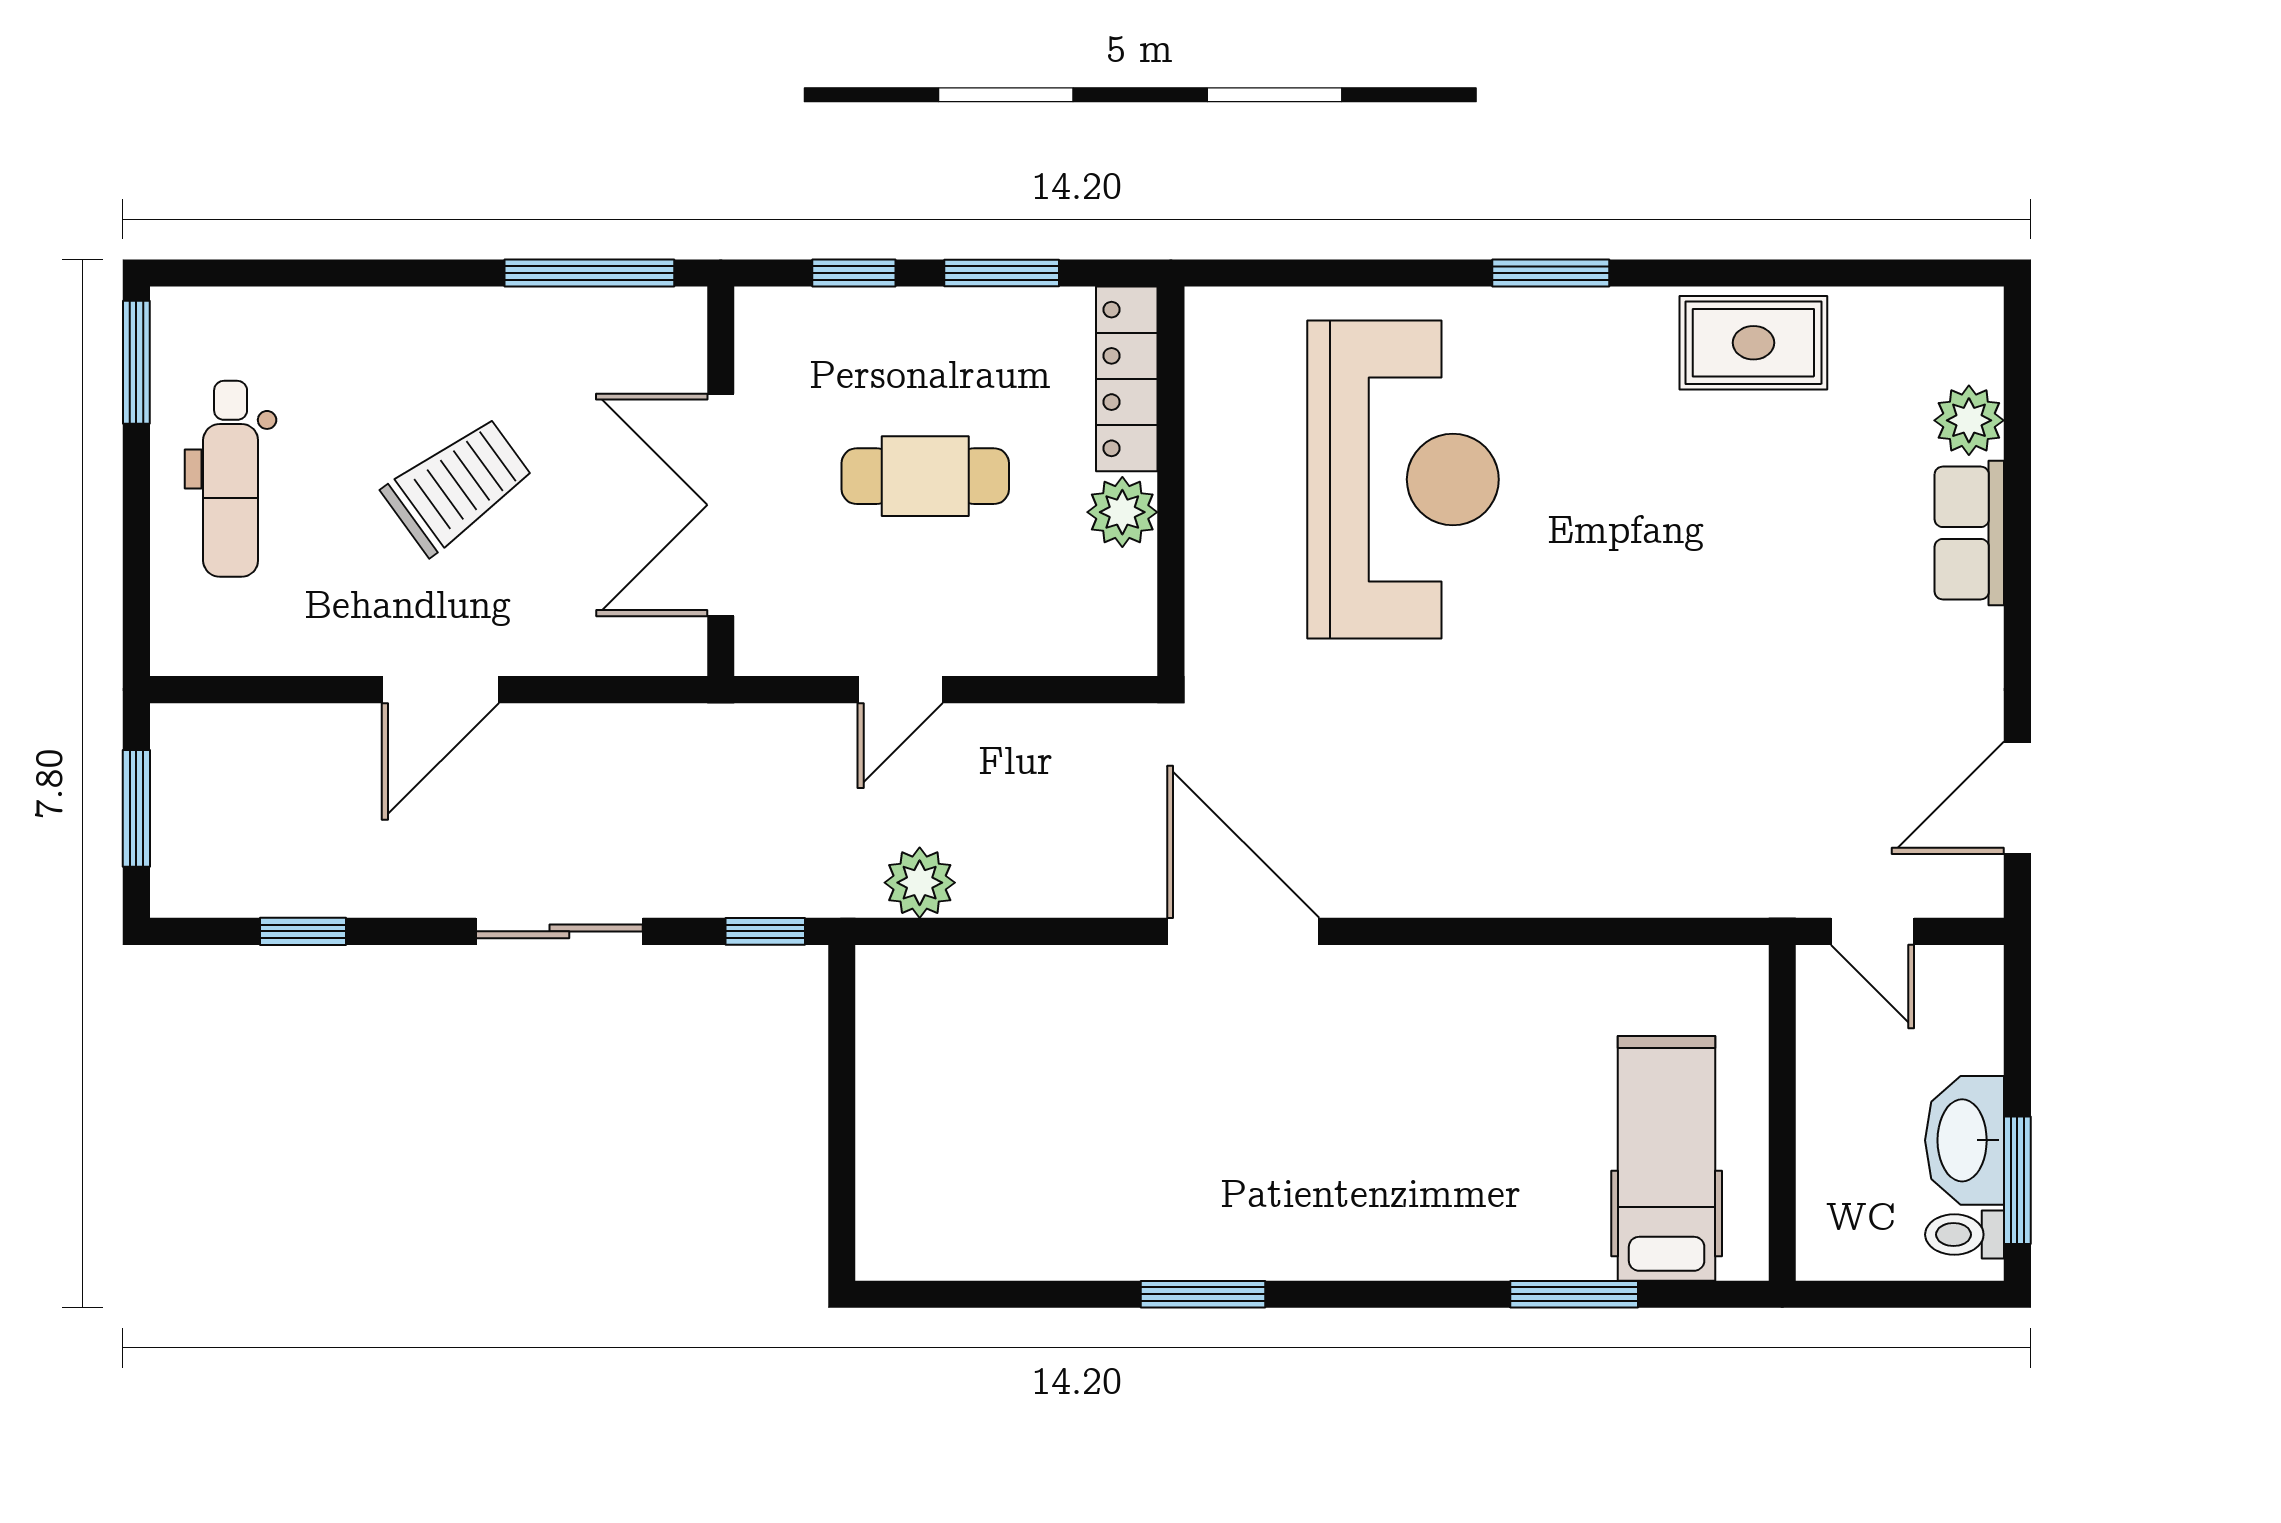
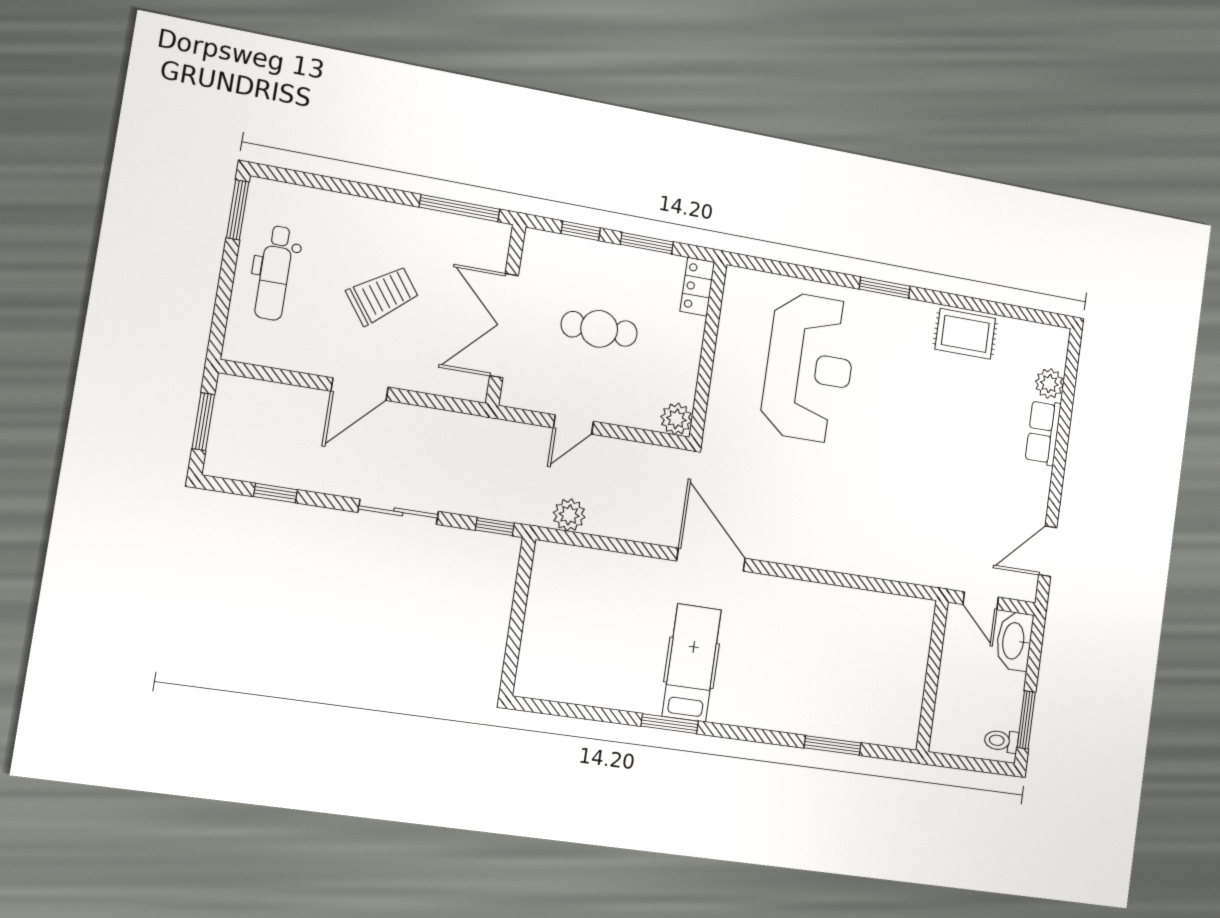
locker: (1127, 379) -> (697, 287), width x0.66
plant: (1122, 512) -> (676, 419), moved
washbasin: (1964, 1140) -> (1014, 641), moved
hospital bed: (1667, 1158) -> (692, 663), moved

